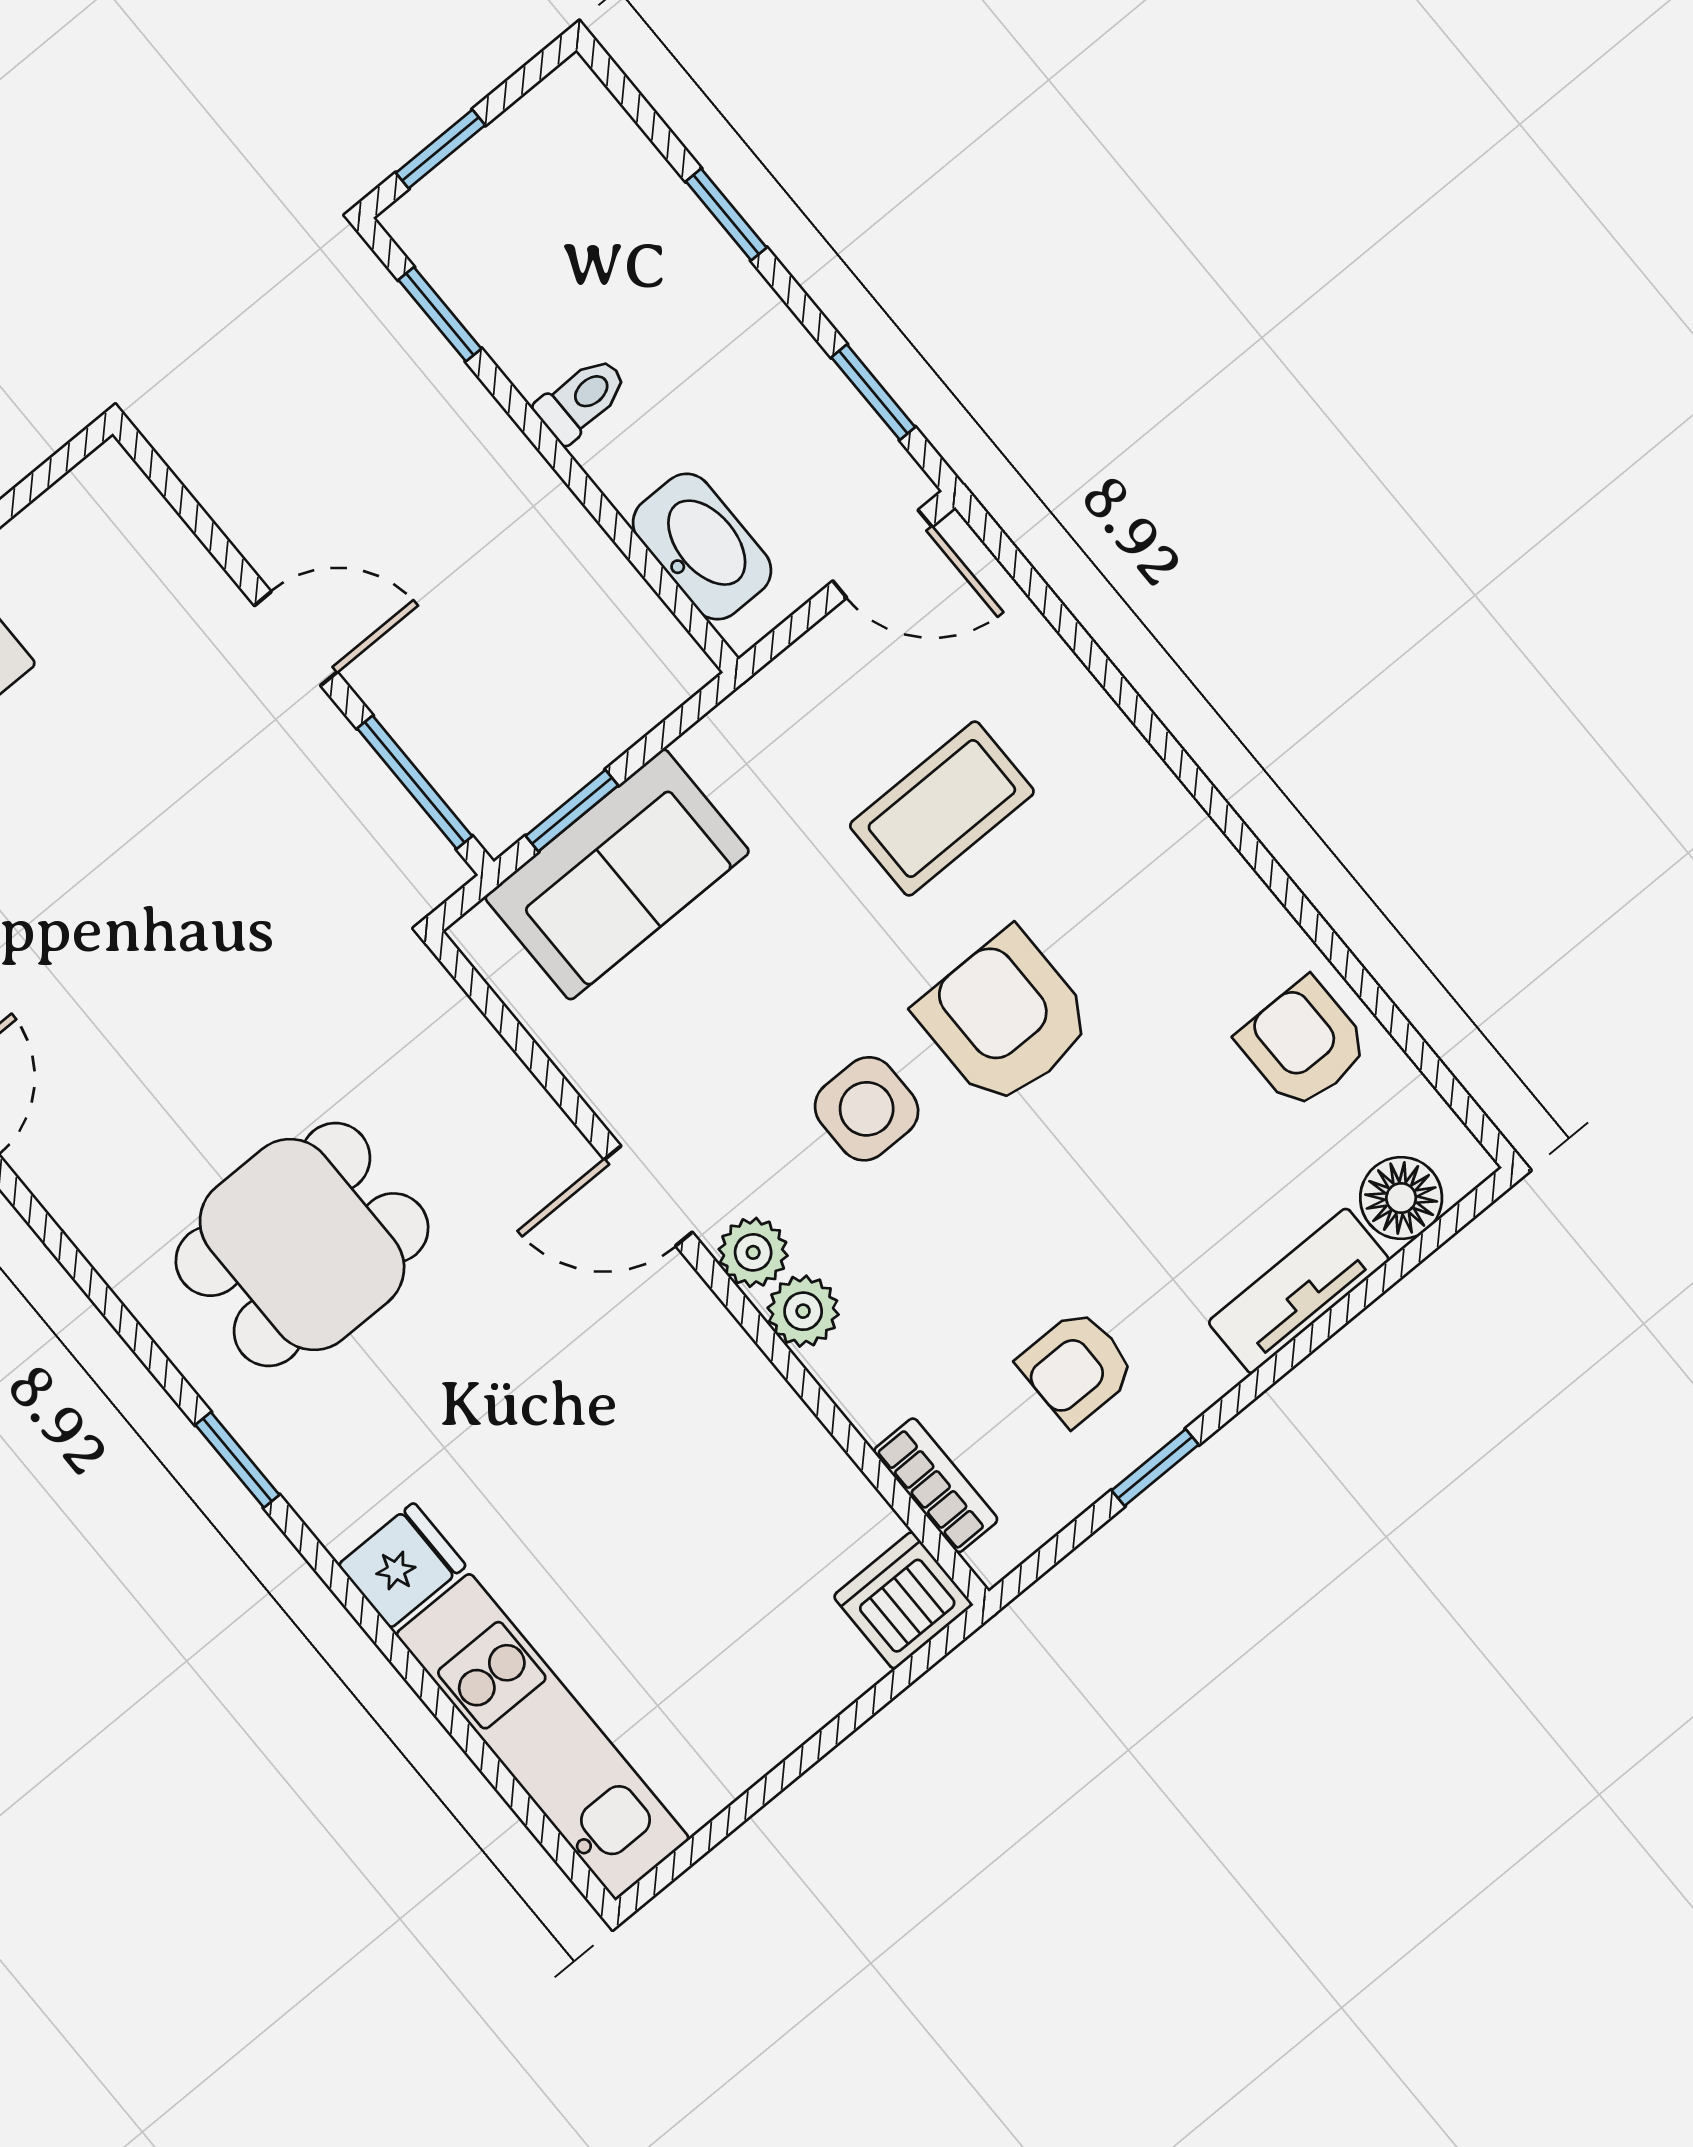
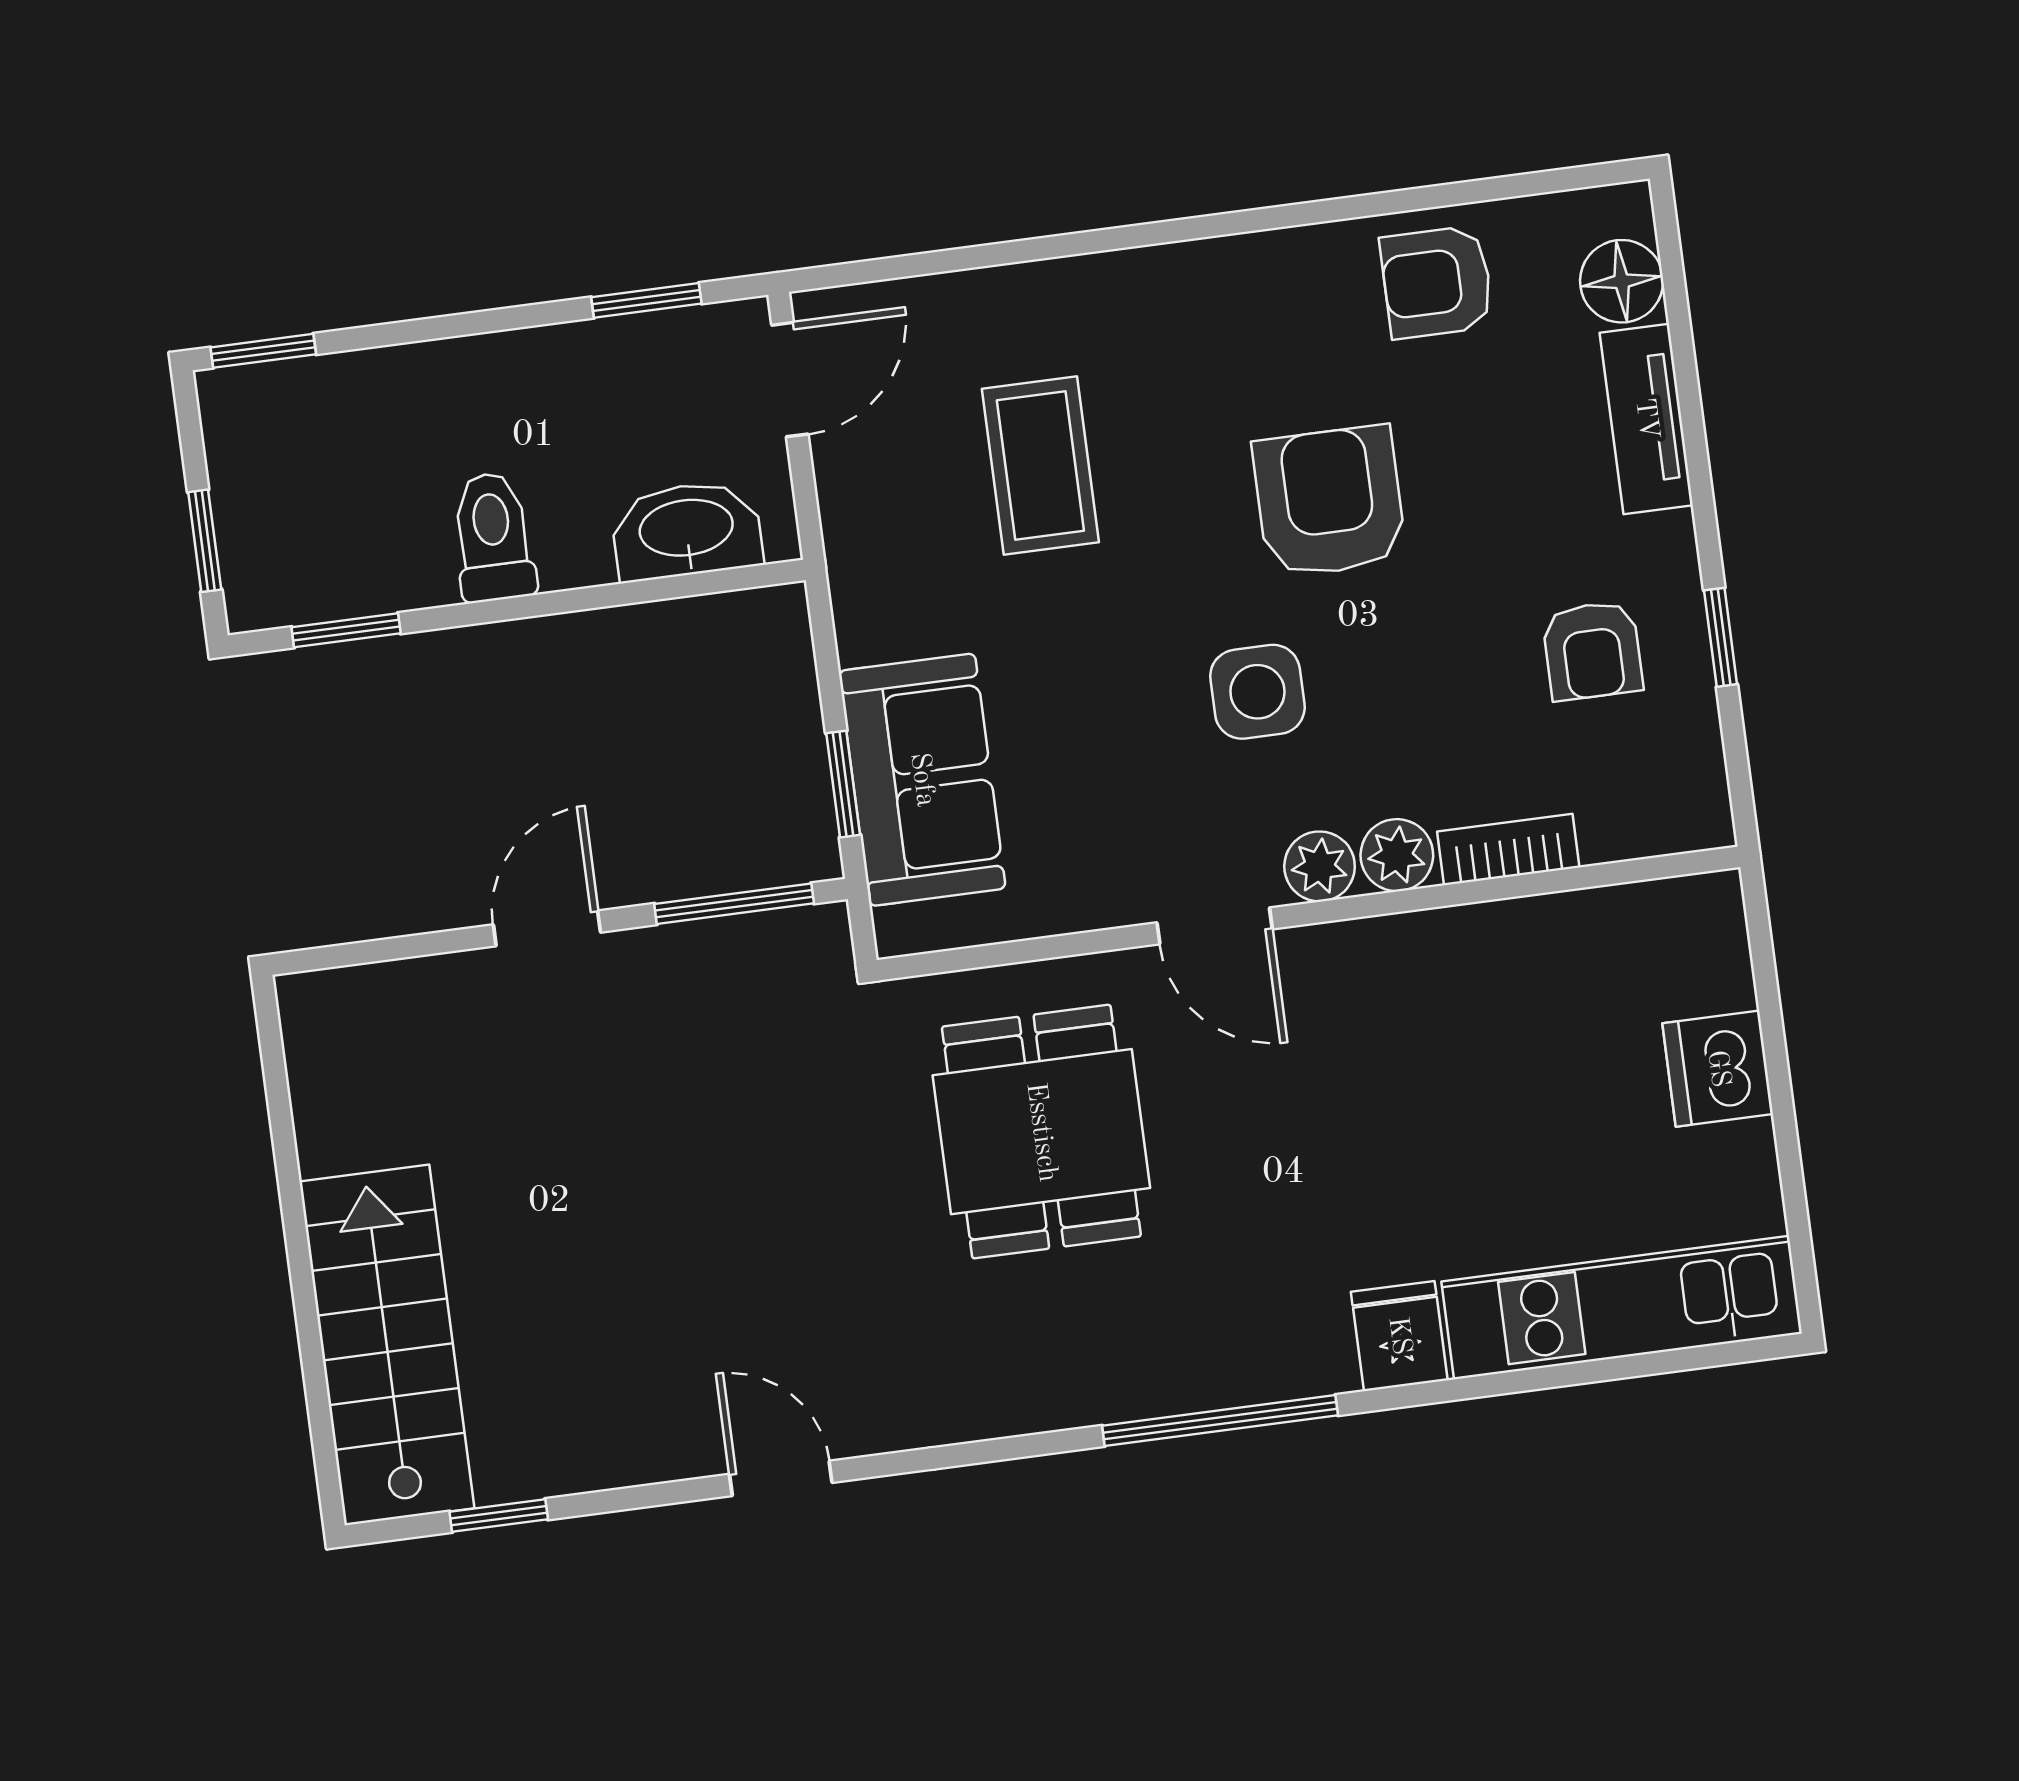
window: (726, 214) -> (263, 351), moved
toilet: (582, 399) -> (493, 537), width x1.37, depth x1.39
armchair: (1005, 1018) -> (1329, 502), moved, turned 90
door: (648, 1196) -> (1215, 926), hinge flipped
dining table: (302, 1245) -> (1041, 1132), moved
window: (237, 1460) -> (1220, 1421), width x2.17
bookcase: (936, 1485) -> (1508, 849), moved
dishwasher: (903, 1600) -> (1718, 1069), moved

